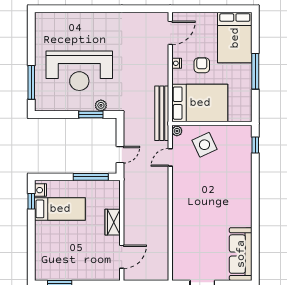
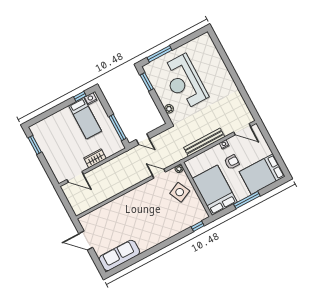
bed: (200, 103) -> (215, 190), moved, turned 180
bench: (162, 113) -> (204, 142), moved
window: (91, 114) -> (147, 82), moved

